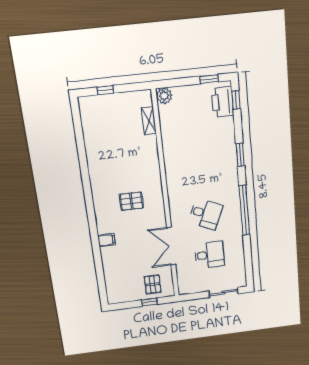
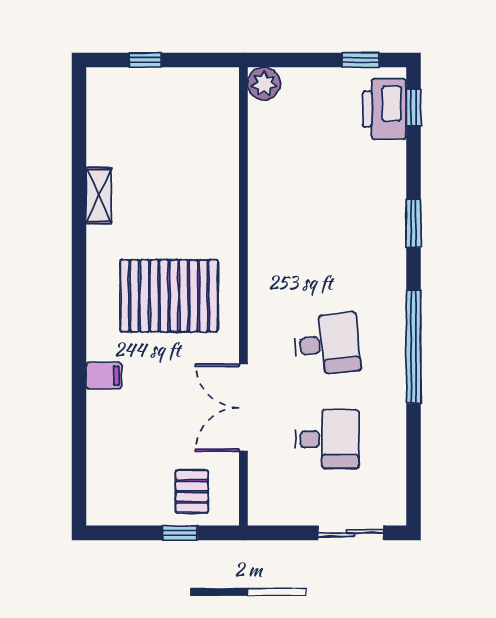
shelving: (149, 121) -> (99, 196), moved
pallet: (131, 201) -> (169, 296), width x2.05, depth x2.00
desk: (206, 214) -> (327, 344), turned -30

